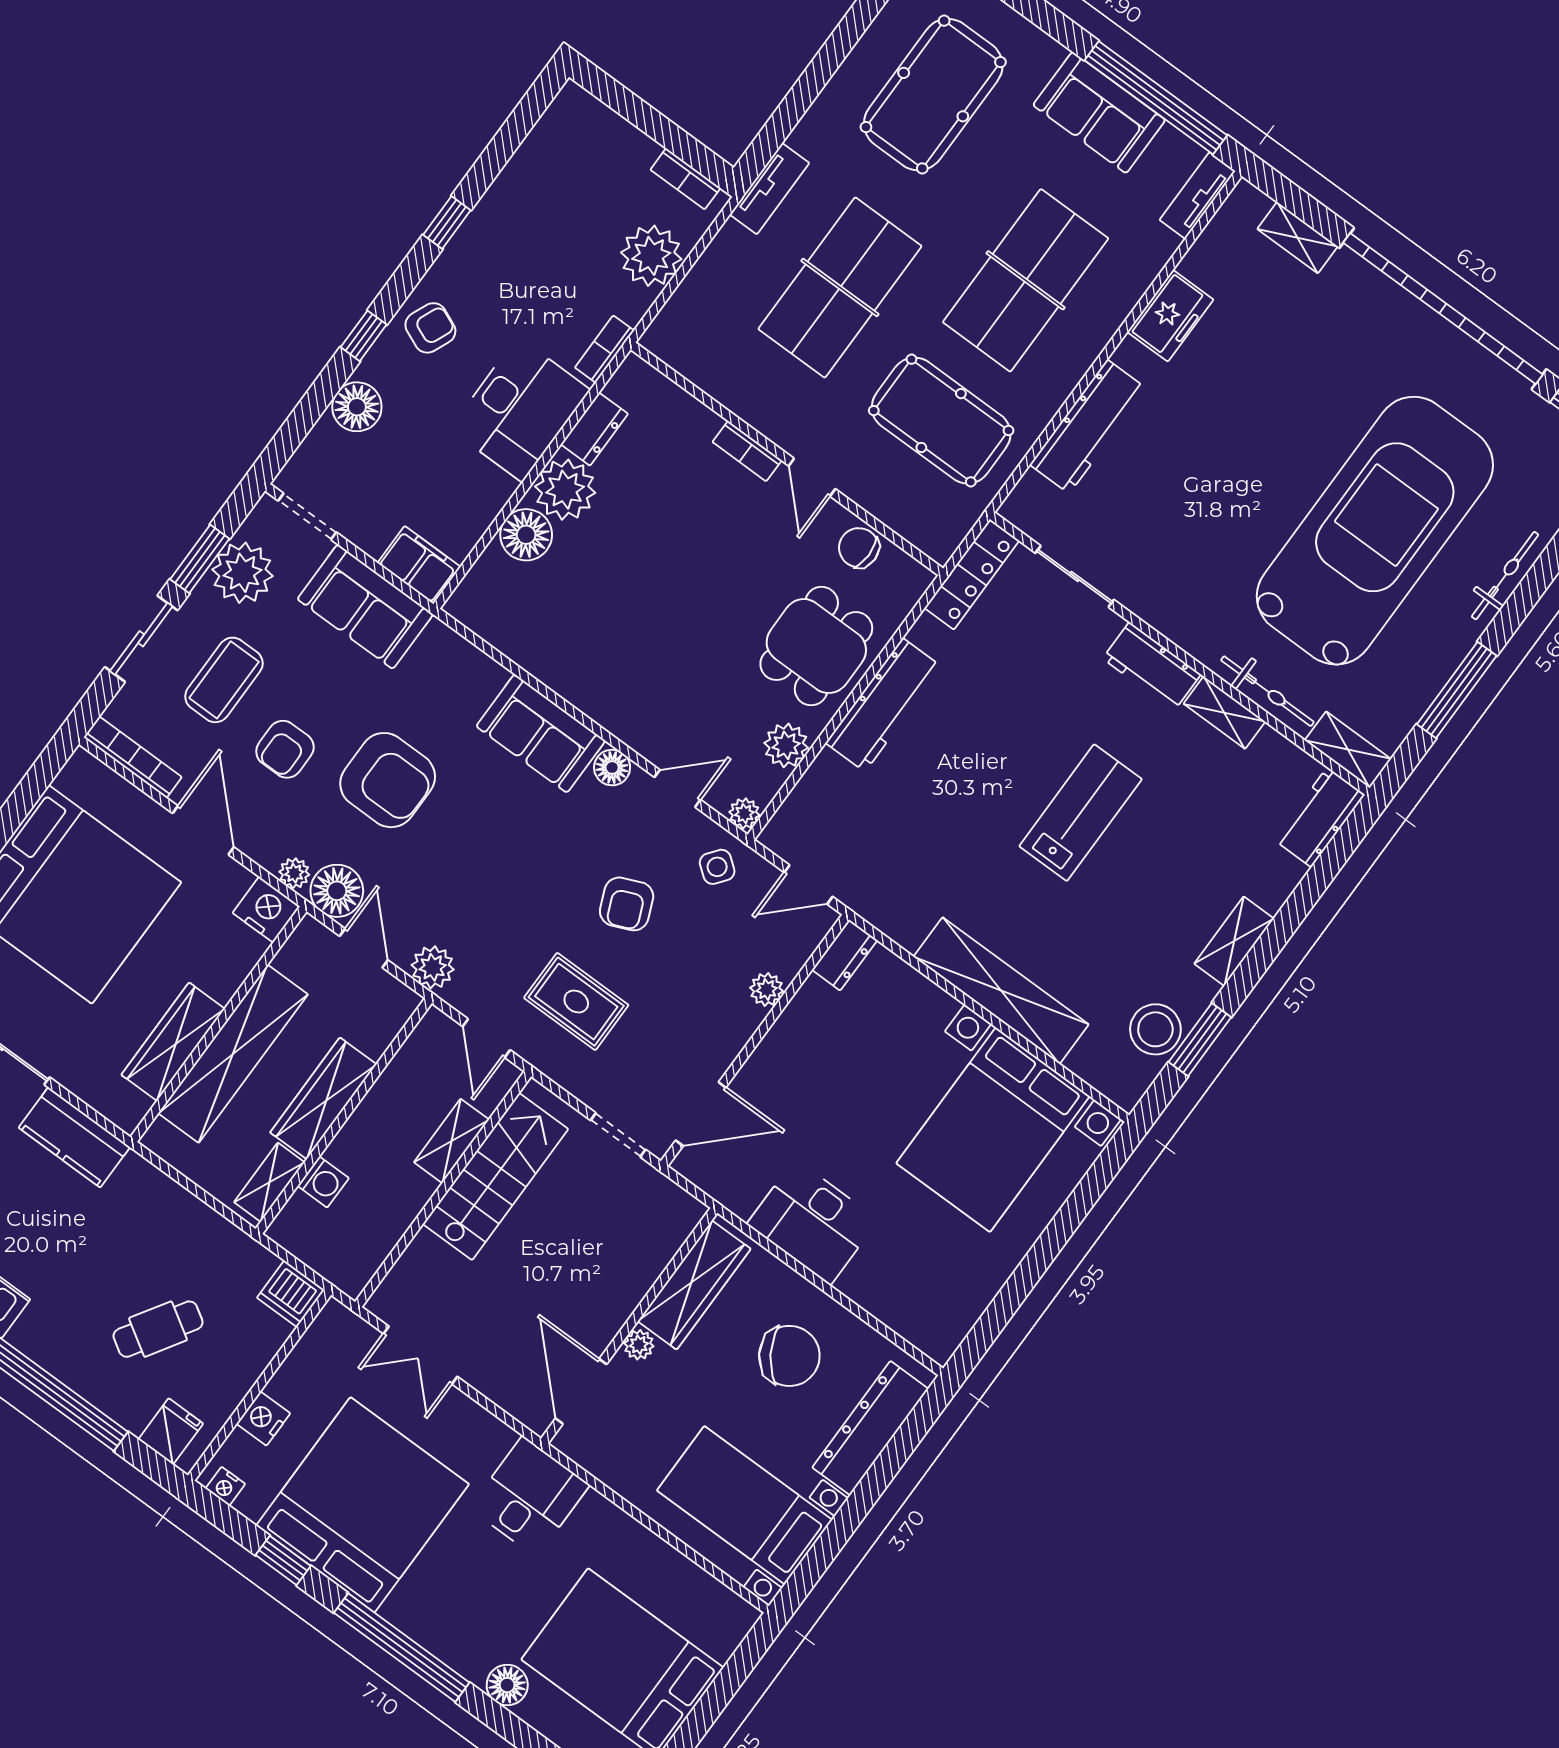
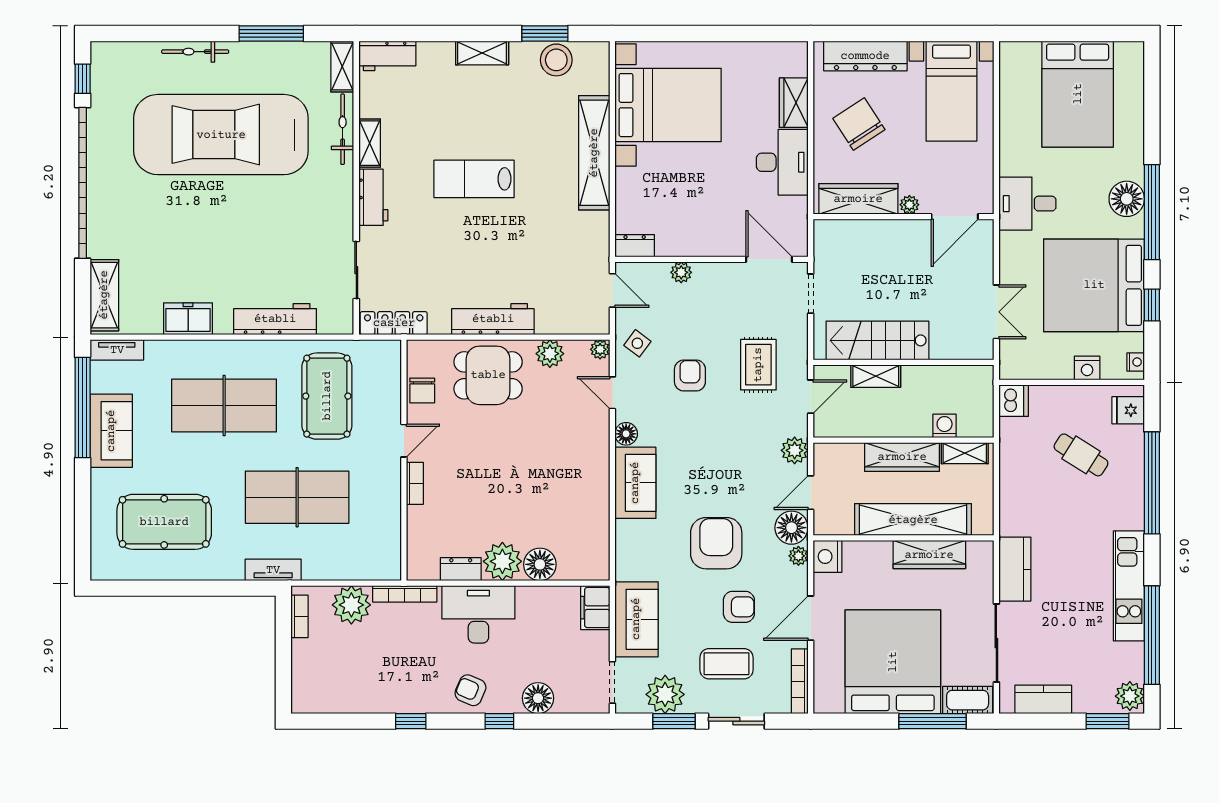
shelving: (1297, 238) -> (104, 295), width x1.50, depth x1.33
bookcase: (604, 349) -> (405, 594), width x1.56
armchair: (627, 904) -> (690, 376), turned -67
wardrobe: (878, 1293) -> (794, 103), added
floor lamp: (507, 1685) -> (1127, 199), moved, width x1.38, depth x1.38

